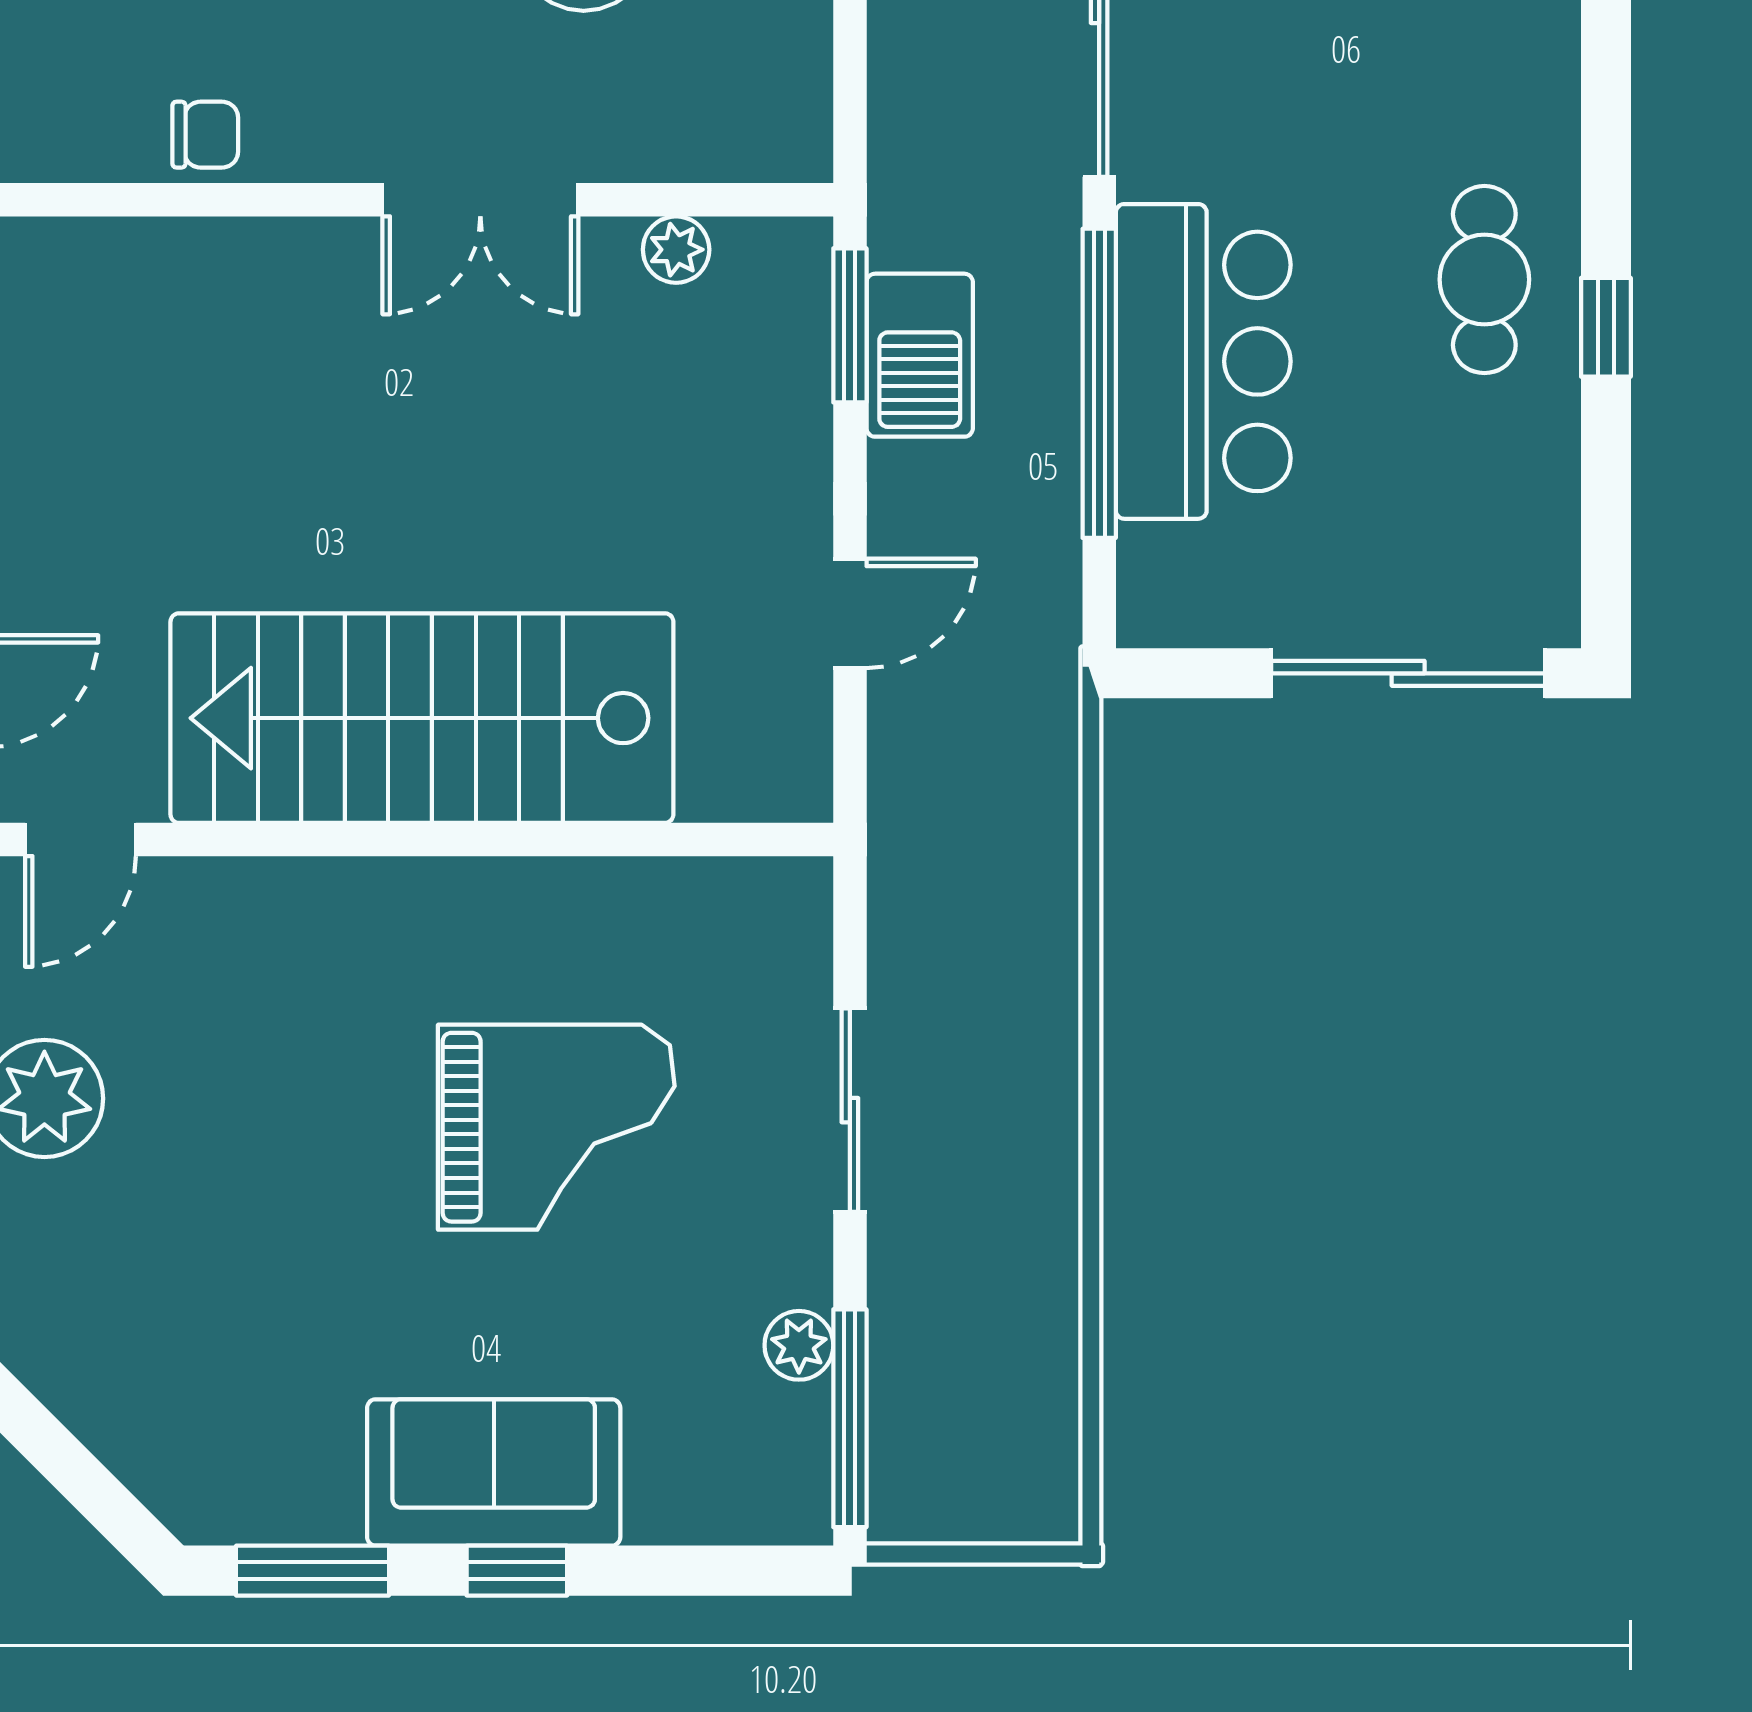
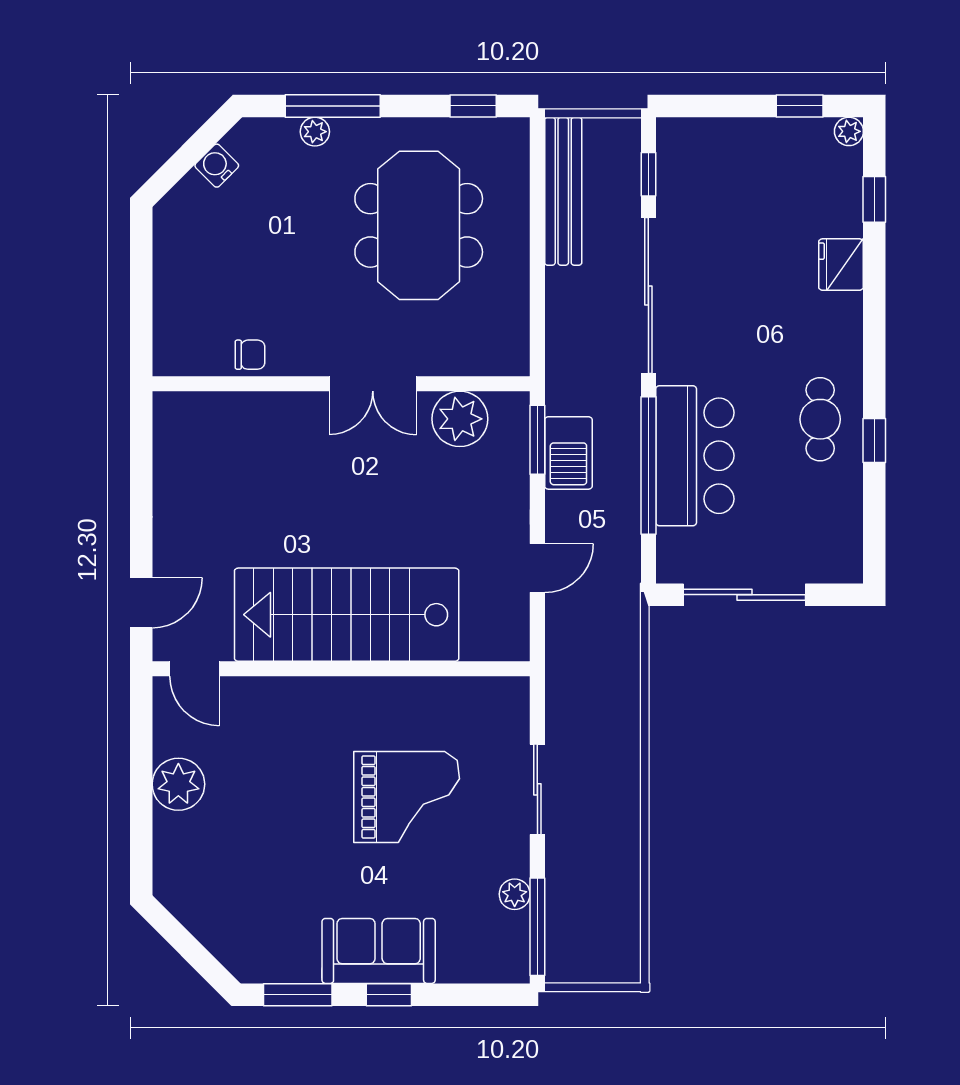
plant: (676, 250) -> (460, 419), width x1.87, depth x1.87
sliding door: (1408, 673) -> (744, 595), moved
door: (80, 839) -> (194, 669), hinge flipped

